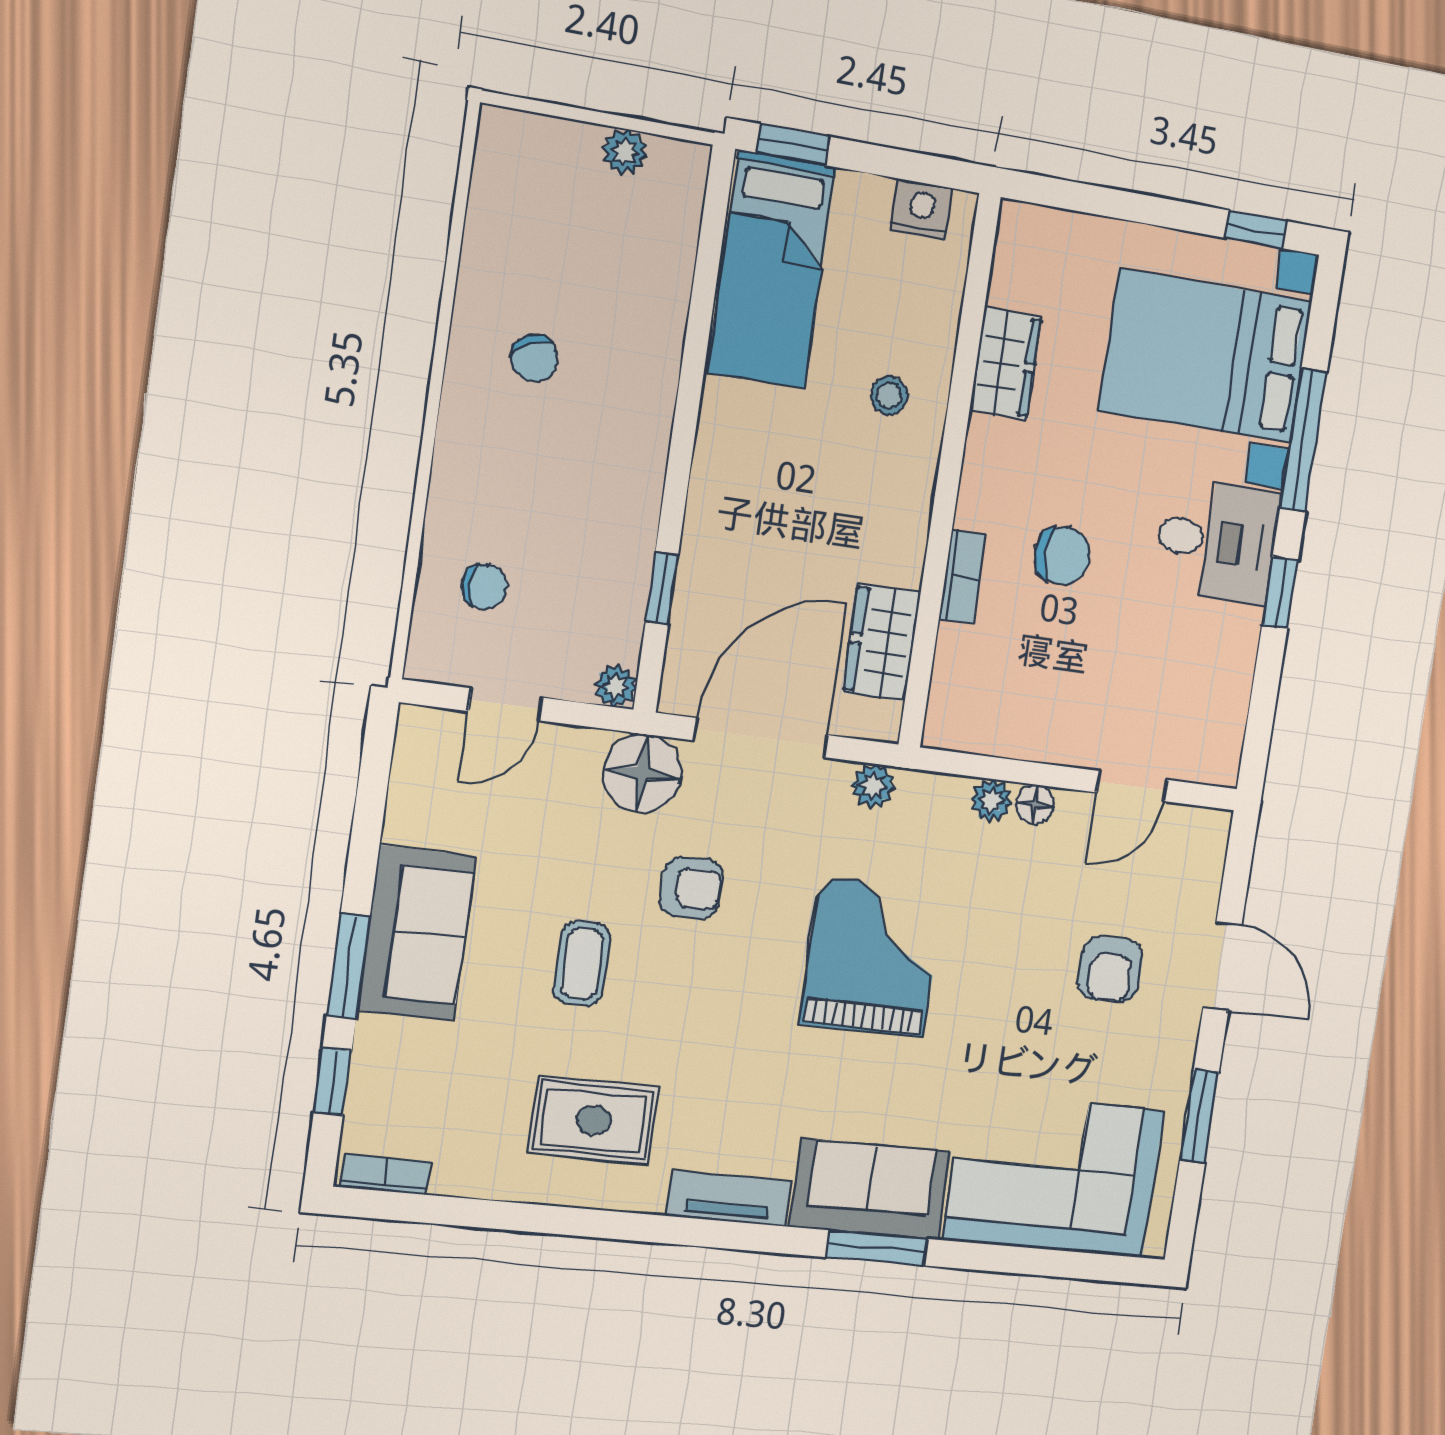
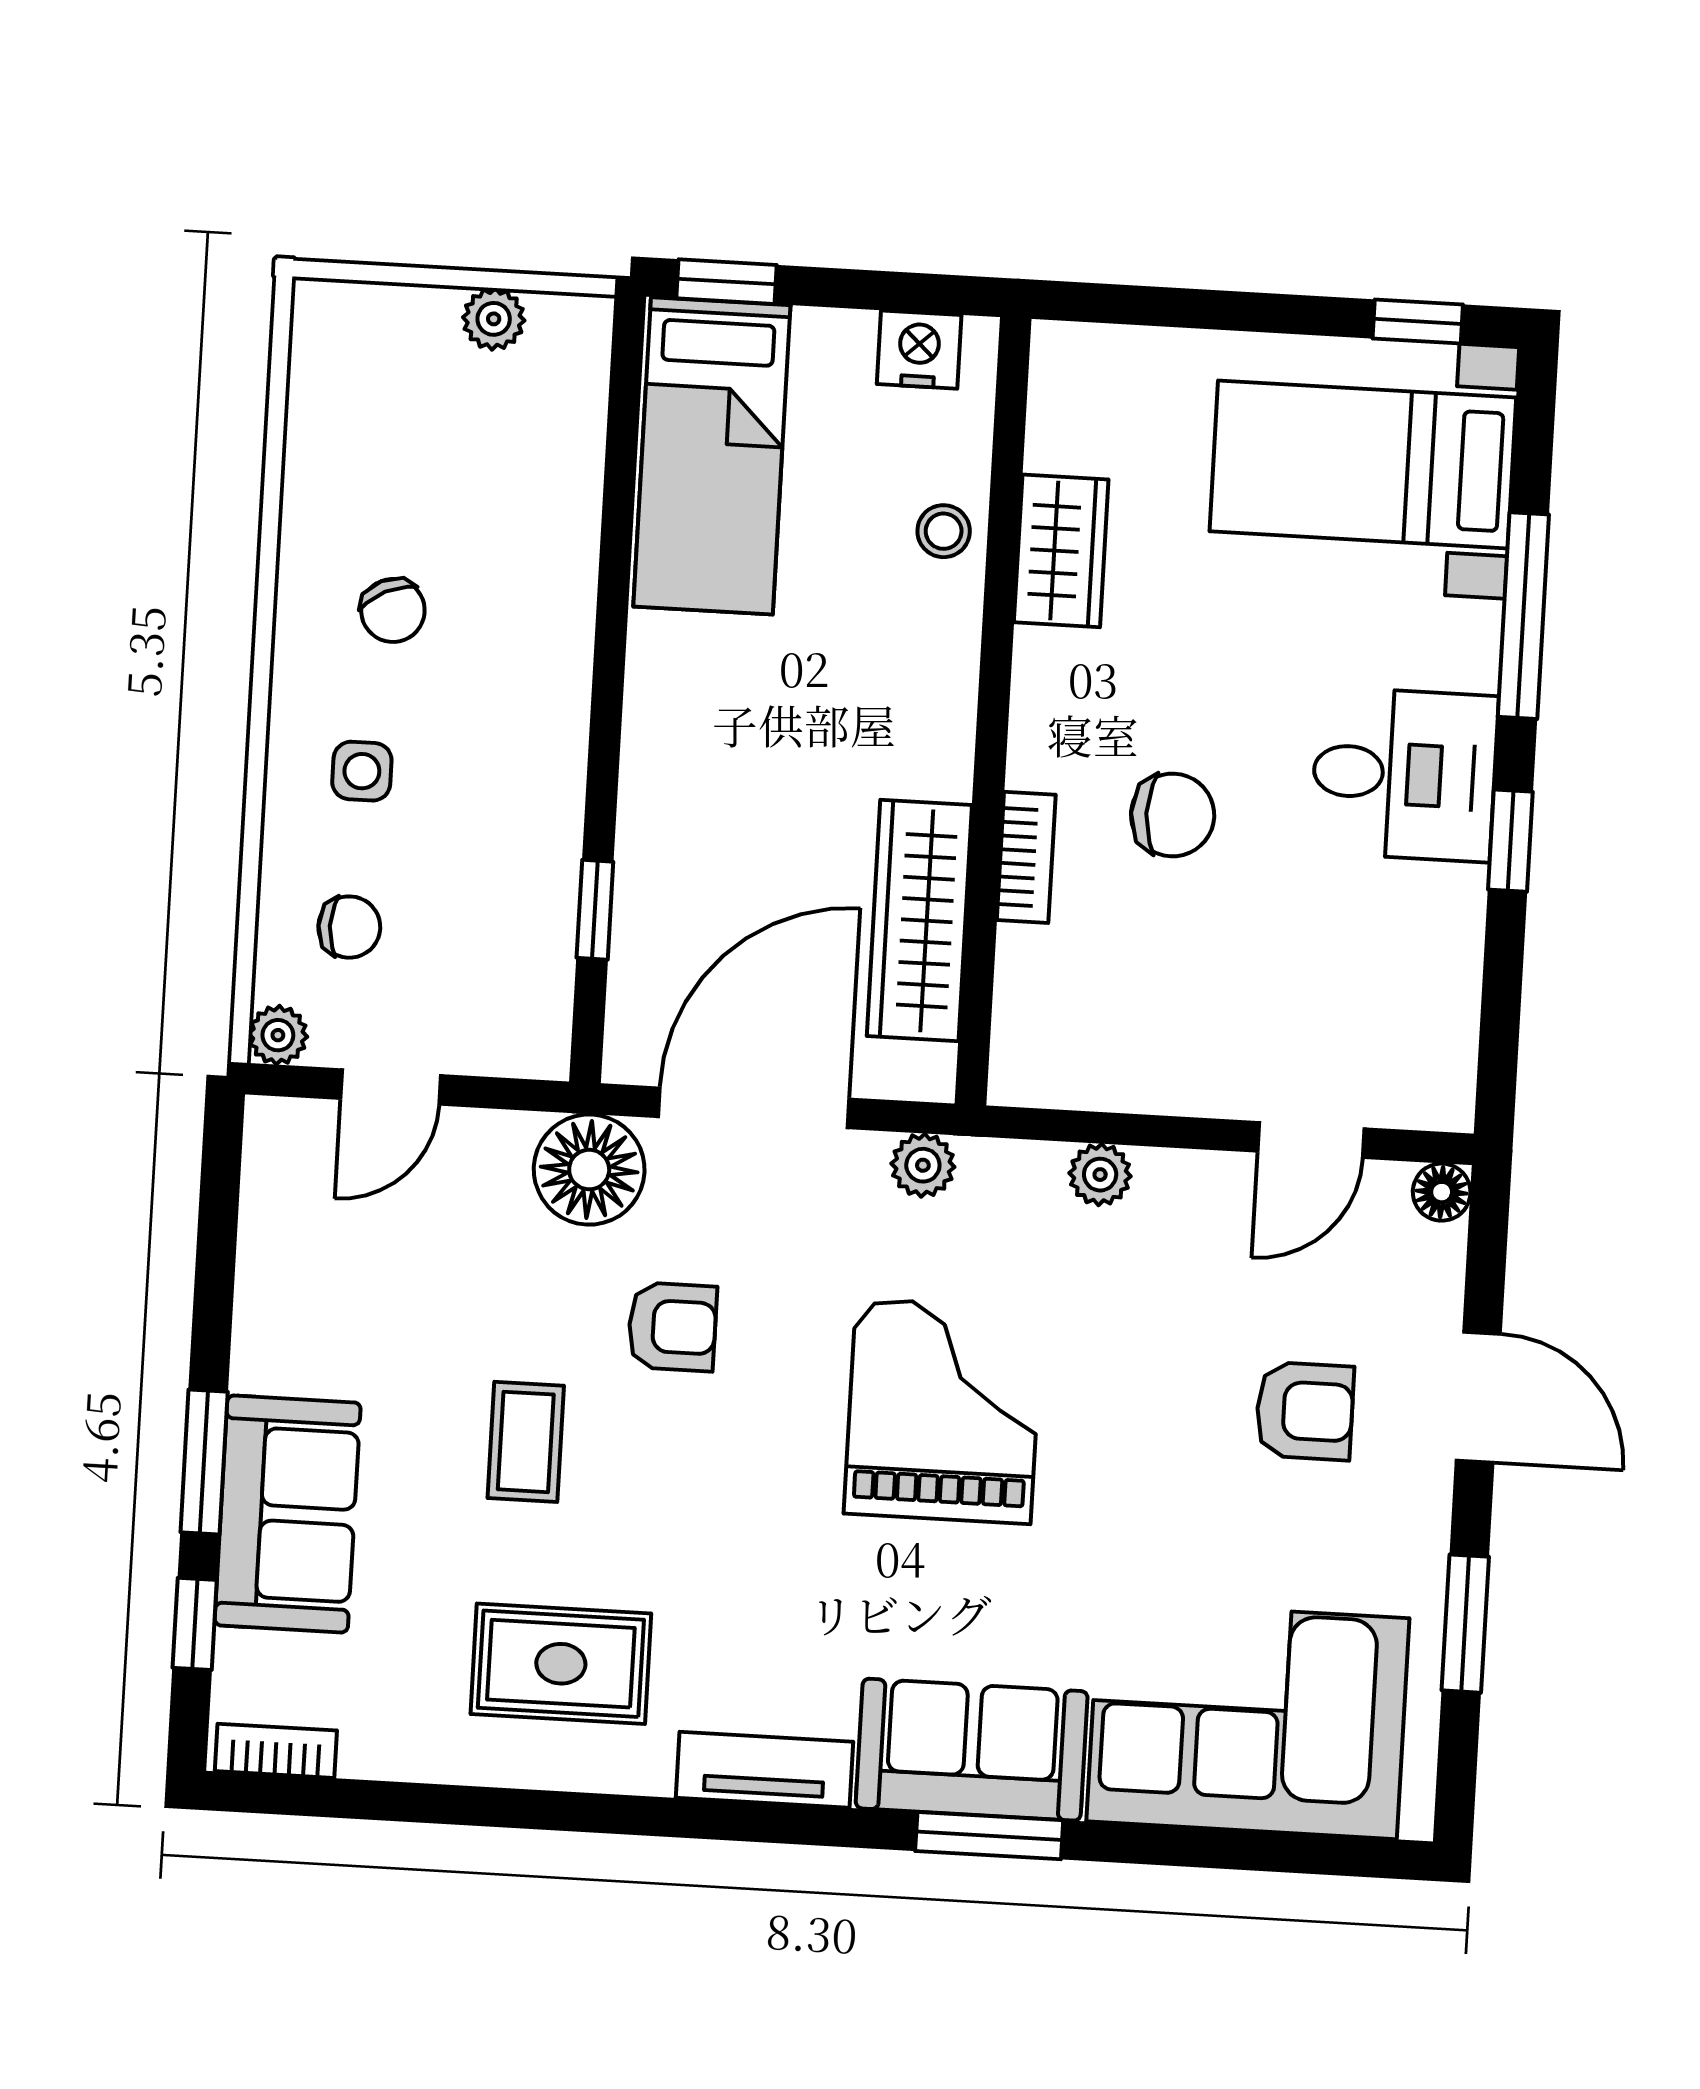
bed with nightstands: (1206, 356) -> (1363, 464), width x0.73
stool: (889, 396) -> (944, 531), moved
side table: (503, 474) -> (362, 771), added
wardrobe: (882, 642) -> (919, 920), width x1.50
plant: (616, 686) -> (278, 1035), moved
floor lamp: (1035, 804) -> (1442, 1192), moved
sofa: (417, 933) -> (288, 1514), moved
armchair: (1110, 969) -> (1305, 1411), turned -89

